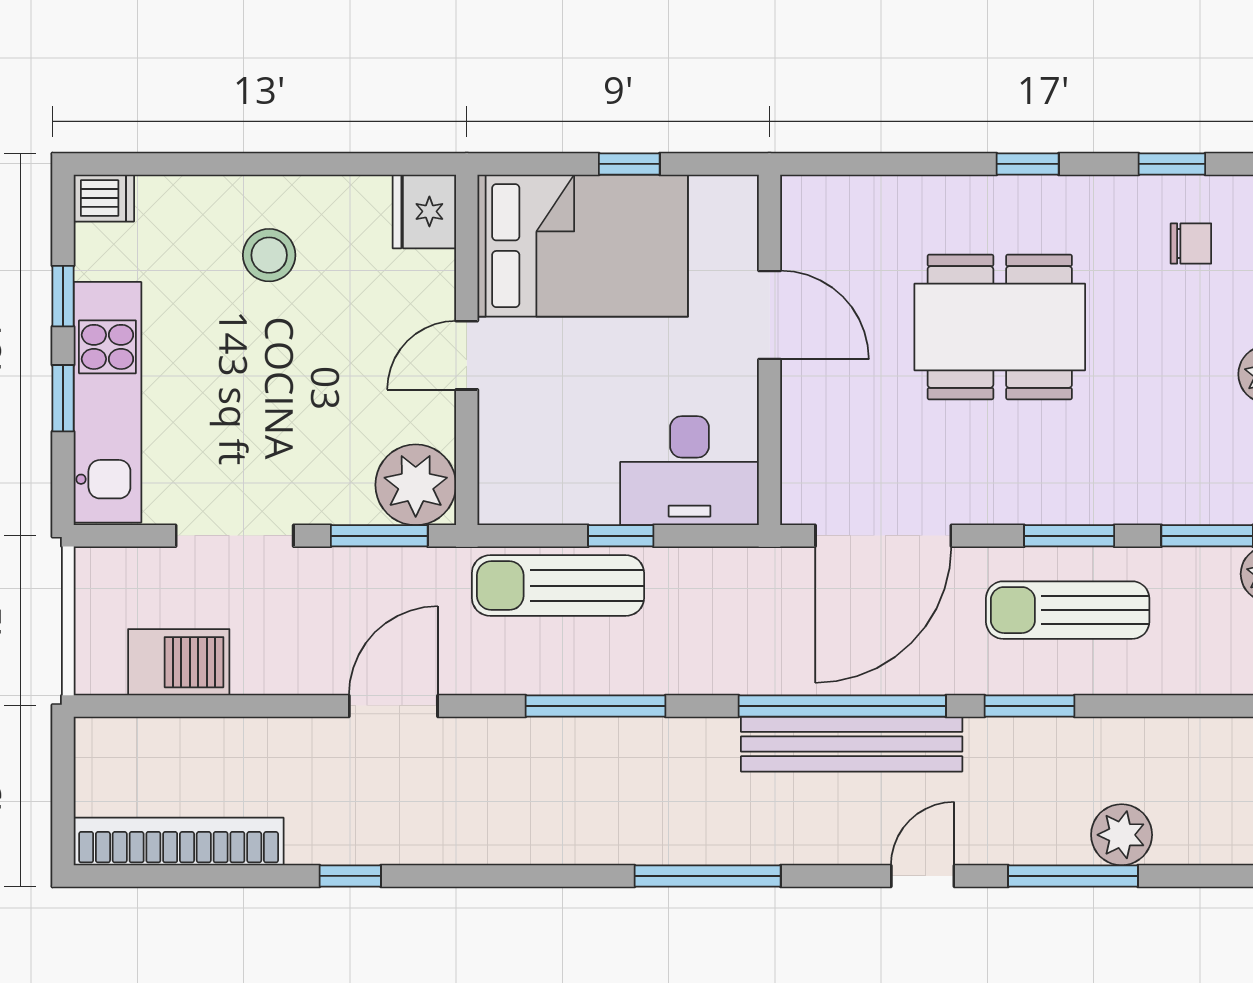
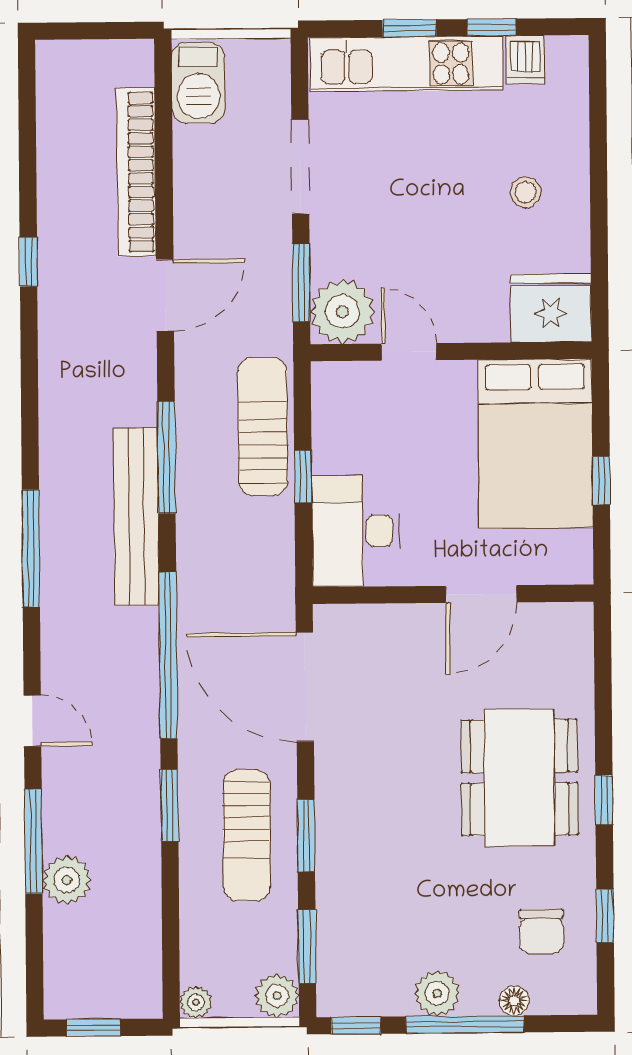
dishwasher: (104, 198) -> (525, 60), moved
fridge: (424, 211) -> (551, 308), width x1.36, depth x1.34
chair: (1191, 244) -> (541, 931), width x1.37, depth x1.37
stool: (269, 255) -> (526, 192), width x0.73, depth x0.73
dining table: (1000, 327) -> (519, 778), moved
door: (467, 355) -> (409, 352), moved
sun lounger: (1068, 610) -> (247, 835), turned 180
barbecue: (179, 662) -> (198, 83), moved
door: (393, 706) -> (165, 295), hinge flipped
bench: (852, 744) -> (136, 517), moved
bookcase: (179, 841) -> (136, 172), moved, turned 180

